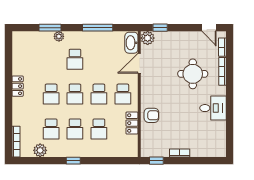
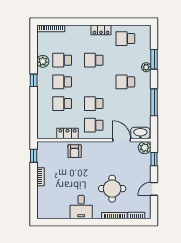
door: (209, 28) -> (154, 189), moved
school desk: (75, 94) -> (125, 39), moved
plant: (40, 150) -> (43, 61), moved

